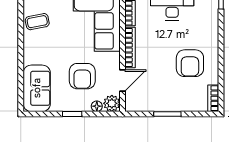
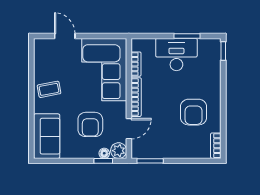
coffee table: (37, 22) -> (49, 89), moved
window: (72, 114) -> (103, 161), moved
window: (167, 114) -> (150, 161), moved

